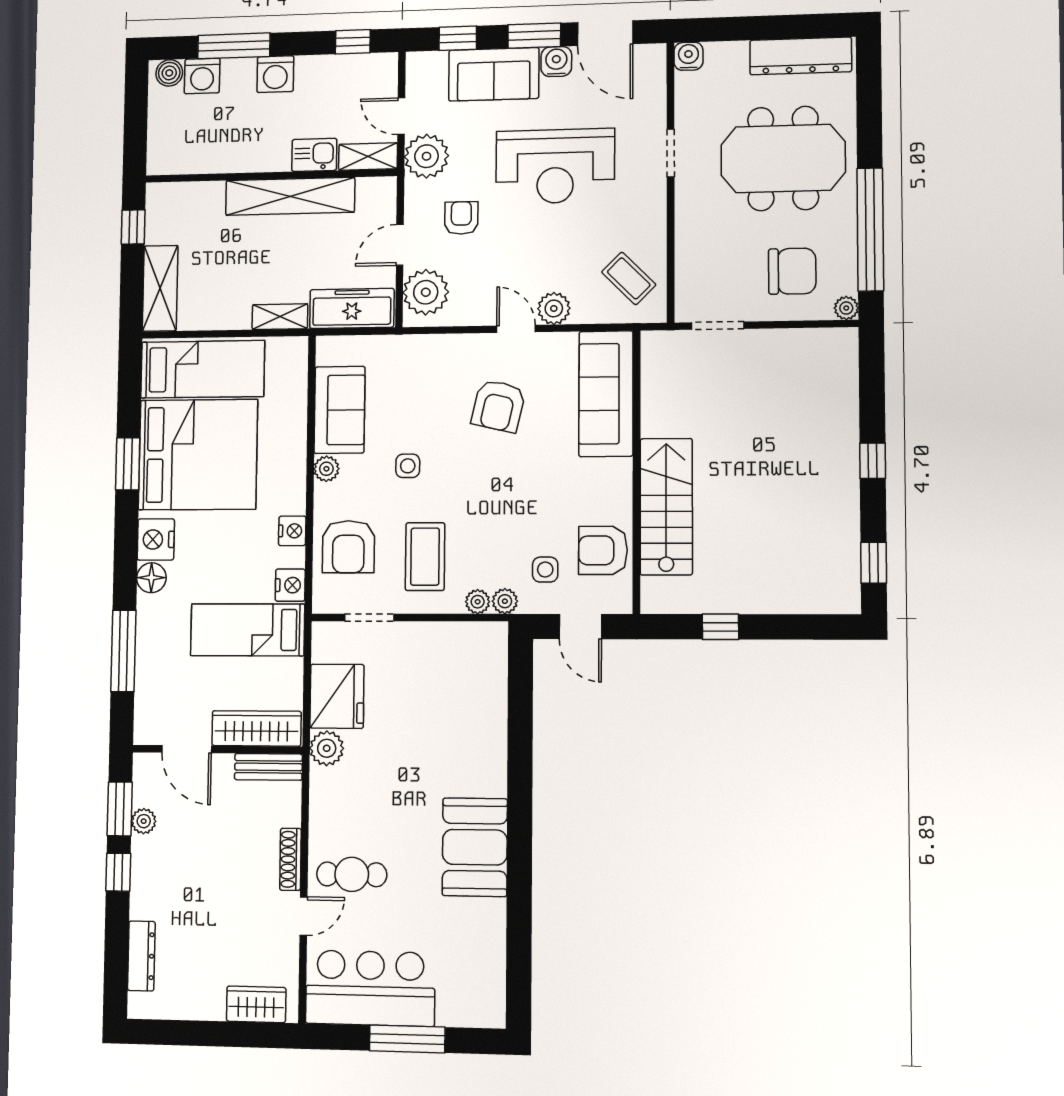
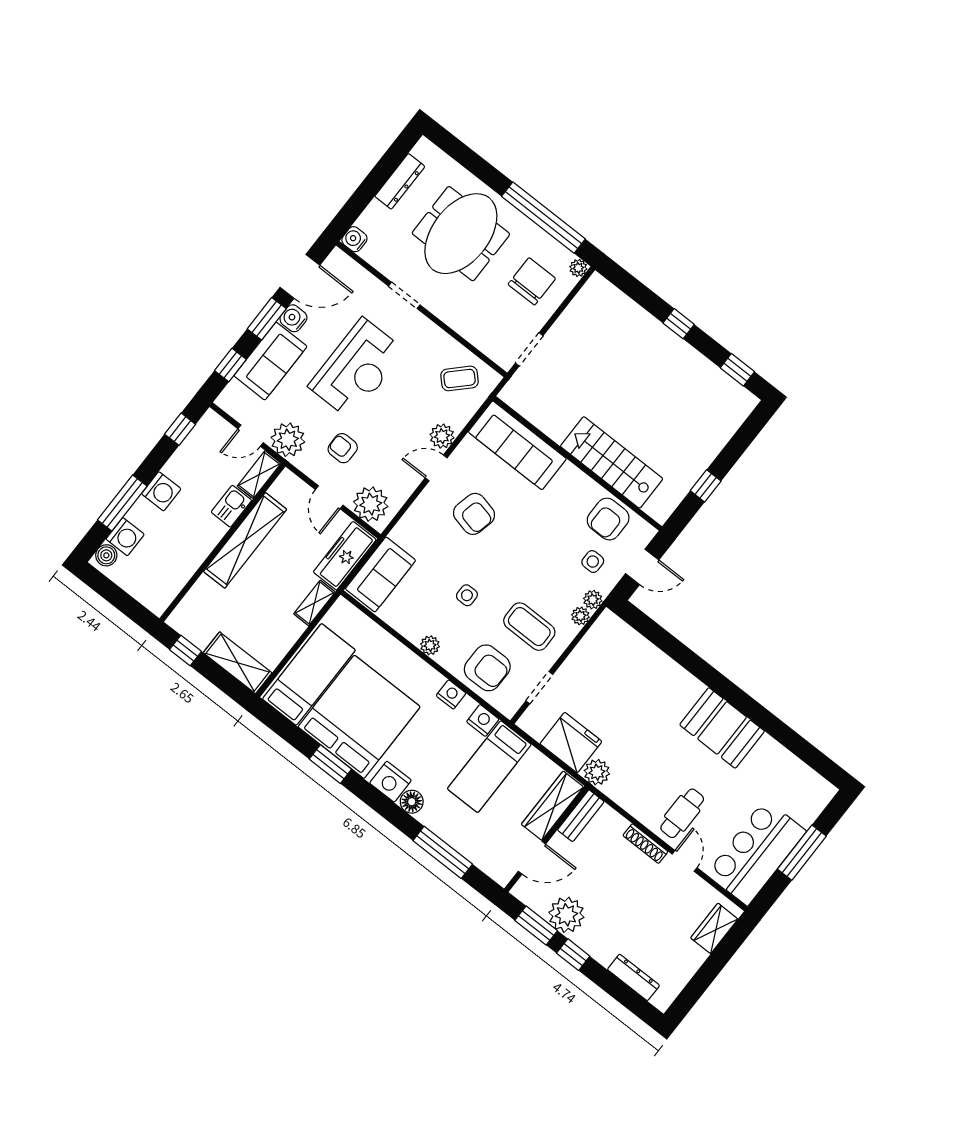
dresser: (801, 56) -> (400, 181), width x0.73, depth x0.80
sofa: (339, 410) -> (380, 575), moved, turned 90
plant: (144, 821) -> (566, 915), width x1.88, depth x1.88

